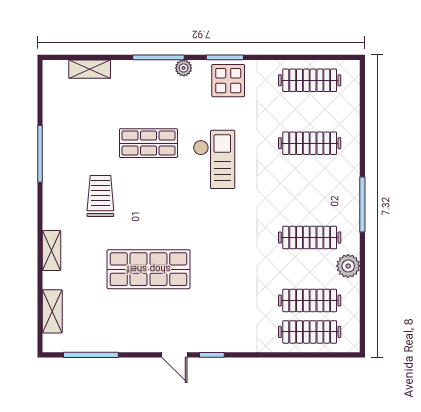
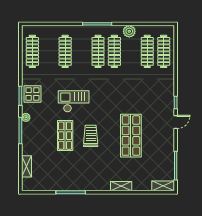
trolley: (100, 196) -> (91, 136), moved, turned 90
clothes rail: (310, 206) -> (98, 51), added
shelving: (52, 311) -> (163, 186), moved

